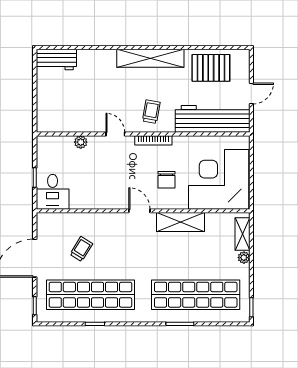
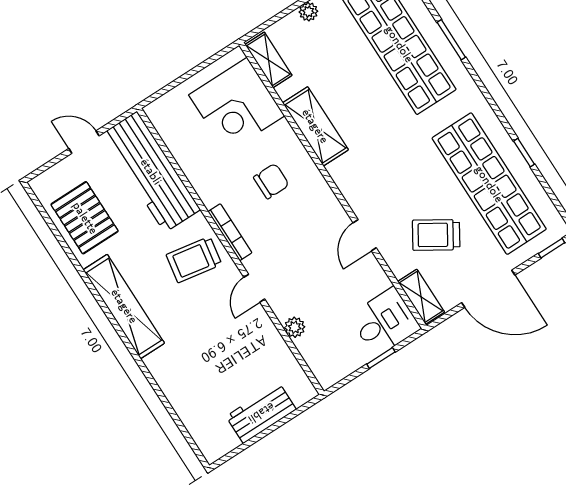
workbench: (56, 60) -> (261, 413), moved, turned -90
trolley: (151, 112) -> (194, 260), width x1.36, depth x1.39
corner desk: (219, 179) -> (237, 105), width x0.74, depth x0.74
door: (139, 211) -> (365, 235), moved
shelving: (54, 220) -> (421, 297), added
shelving: (242, 234) -> (268, 60), moved, turned 90
trolley: (81, 249) -> (436, 235), width x1.36, depth x1.39

